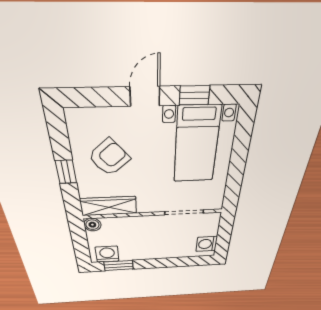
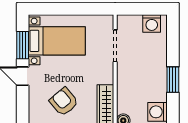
window: (194, 95) -> (23, 45), width x1.50
window: (119, 266) -> (173, 80), moved

